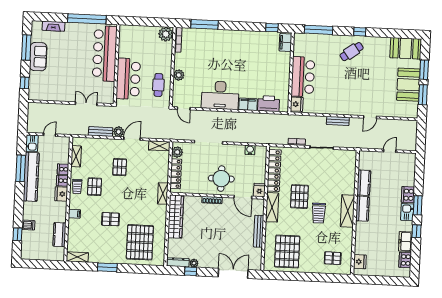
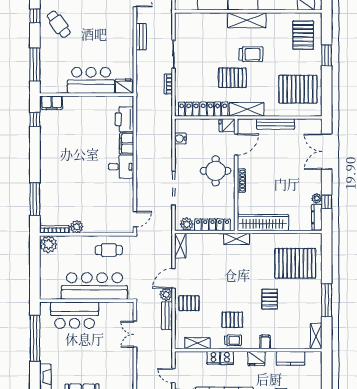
bar counter: (105, 53) -> (75, 315), width x0.73
plant: (179, 75) -> (77, 227), moved
bar counter: (128, 79) -> (94, 286), width x1.36
desk: (220, 95) -> (121, 167), width x0.53, depth x0.77
door: (132, 139) -> (174, 278), hinge flipped
pallet: (120, 167) -> (189, 303), moved
fridge: (61, 194) -> (256, 359), moved
pallet: (333, 258) -> (303, 35), width x1.50, depth x1.42
window: (107, 267) -> (327, 300), width x1.44
window: (315, 277) -> (327, 55), added

